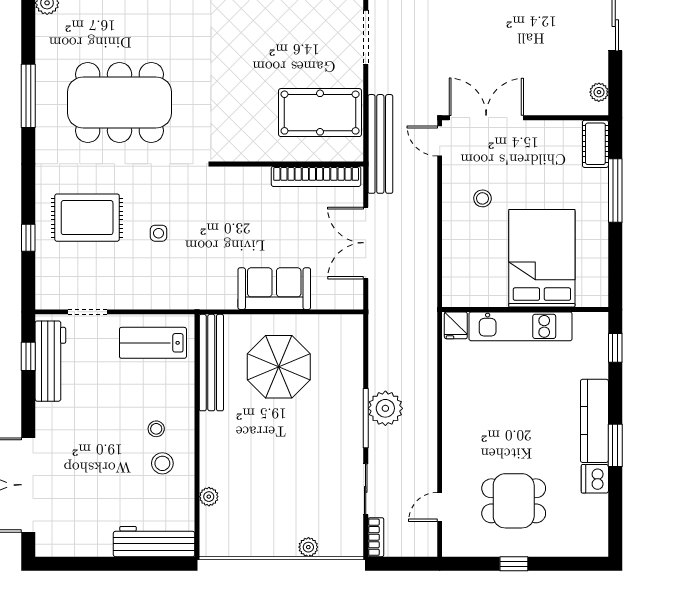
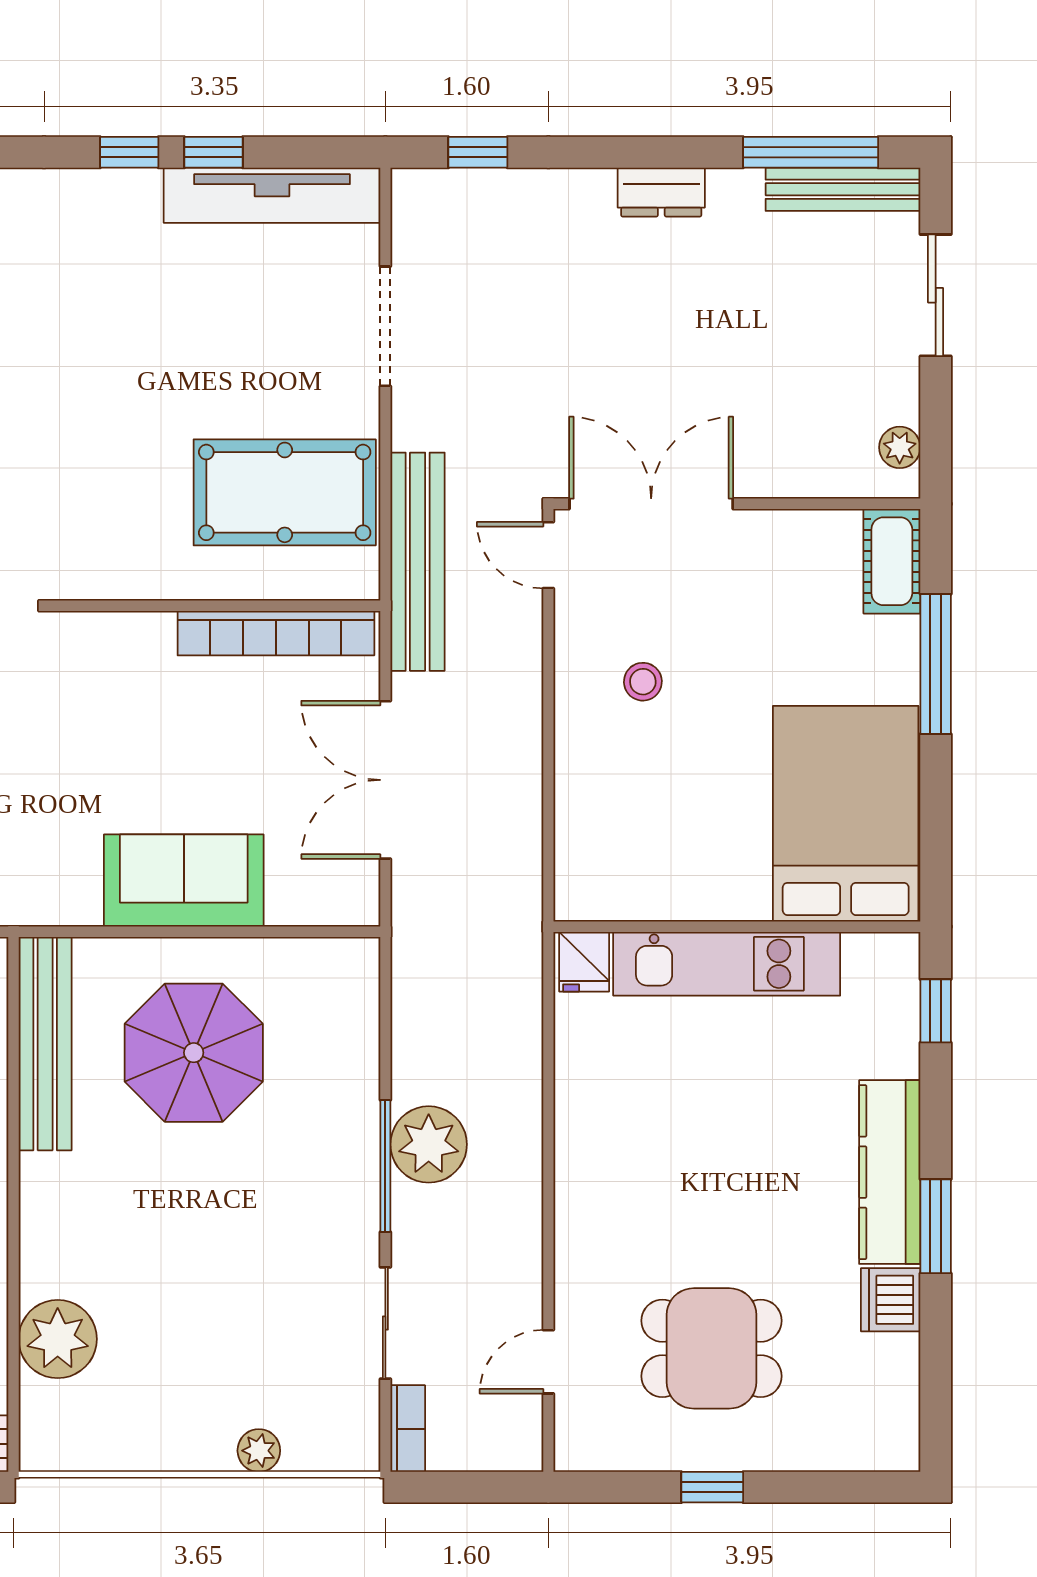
bed: (542, 258) -> (846, 814), moved
plant: (209, 497) -> (58, 1339), width x1.88, depth x1.88

